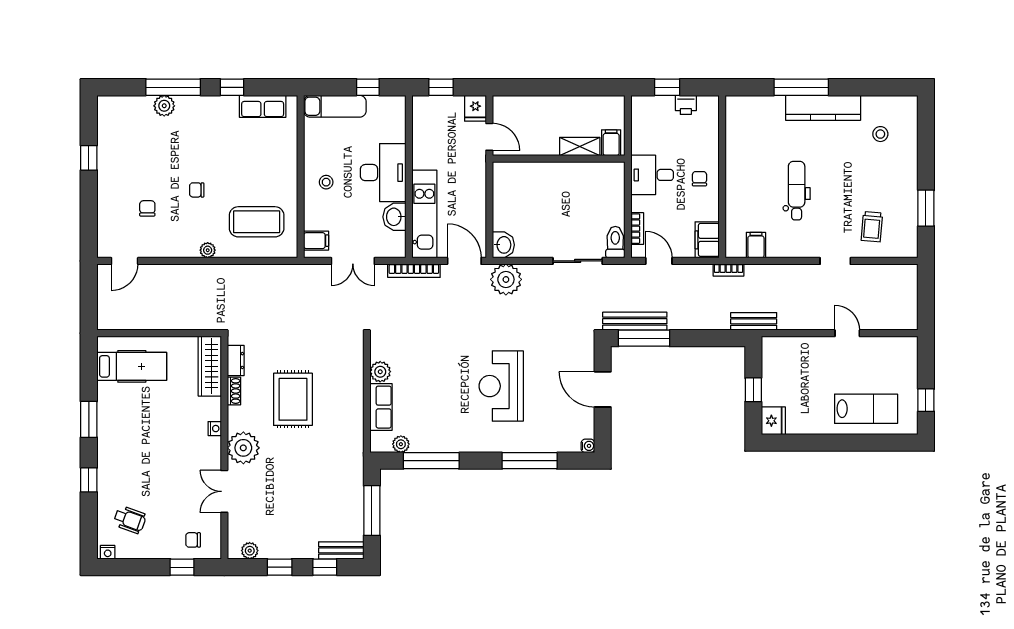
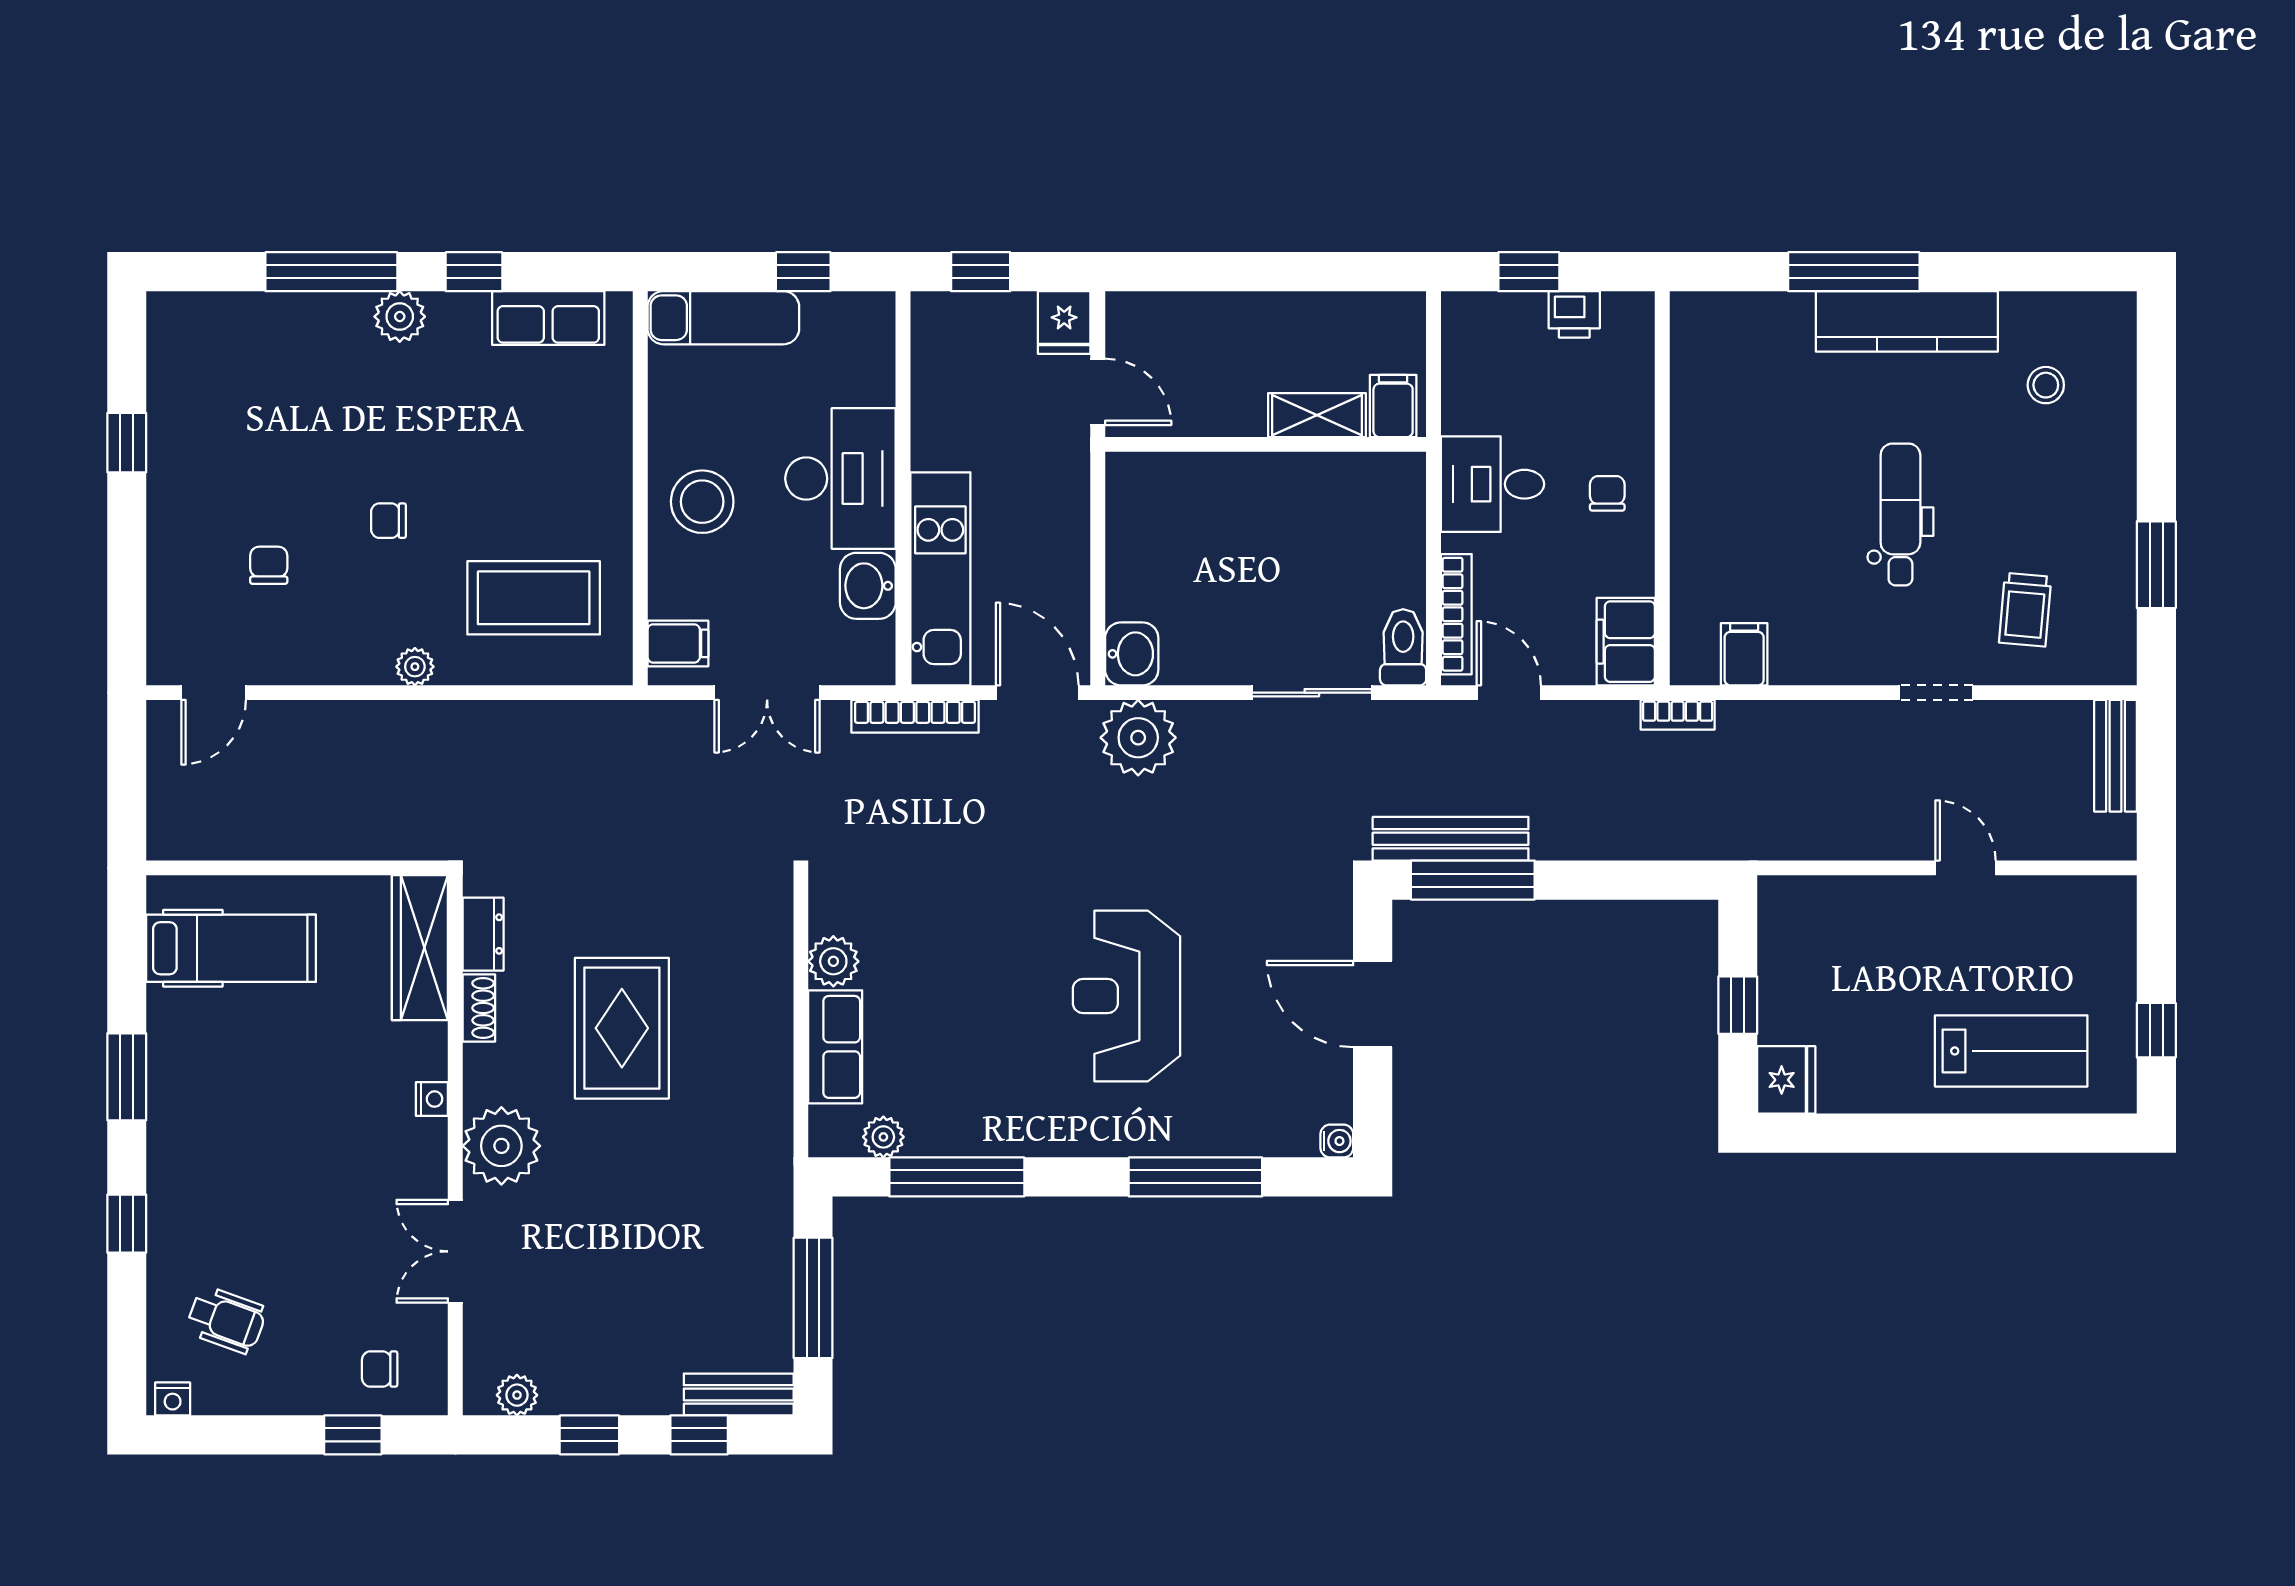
plant: (164, 106) -> (400, 317), moved
stool: (326, 182) -> (702, 502), width x1.89, depth x1.89
dental chair: (797, 191) -> (1900, 515), moved
bookcase: (637, 229) -> (1456, 614), width x1.56
bench: (754, 321) -> (2116, 756), moved, turned 90

